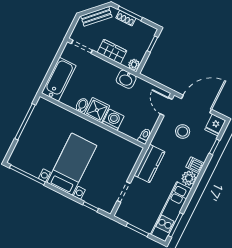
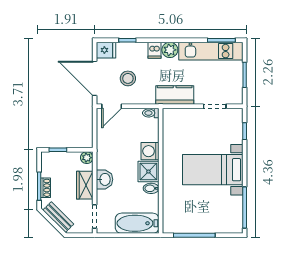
washbasin: (126, 79) -> (105, 179), moved

